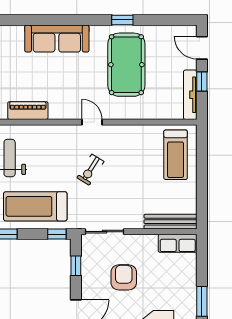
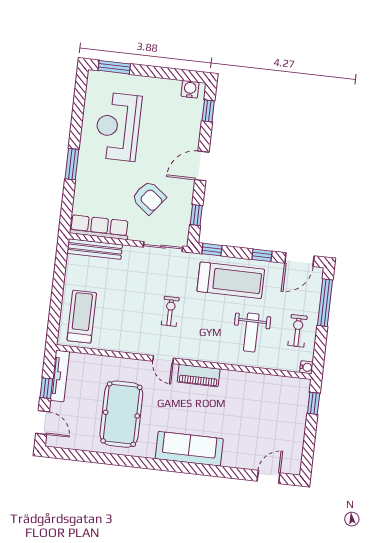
window: (122, 20) -> (120, 460), removed
piano: (28, 111) -> (199, 375), moved
exercise bike: (90, 170) -> (170, 311), turned -32
row of seats: (178, 243) -> (99, 227), width x1.48
armchair: (124, 277) -> (149, 198), turned -52

